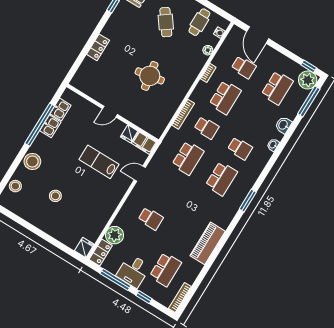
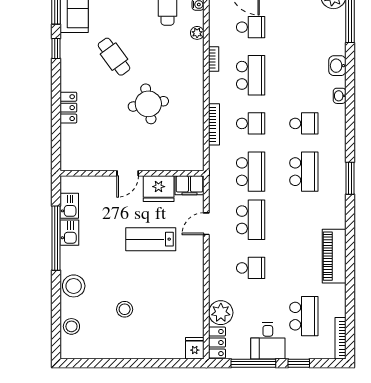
cafe table: (166, 22) -> (114, 57), moved
school desk: (277, 88) -> (251, 220), moved
fridge: (129, 134) -> (159, 189), width x1.88, depth x1.34

